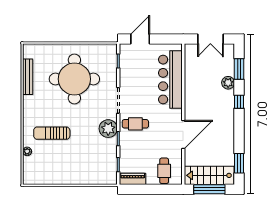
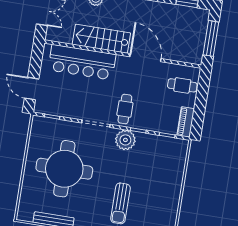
stairs: (209, 175) -> (101, 39), moved, turned 90

